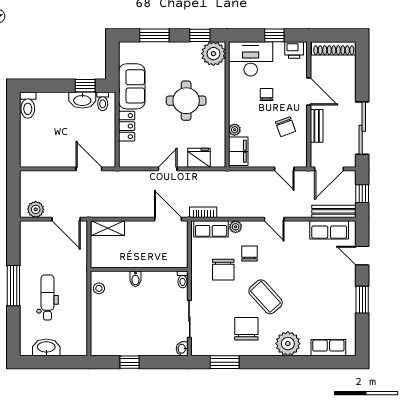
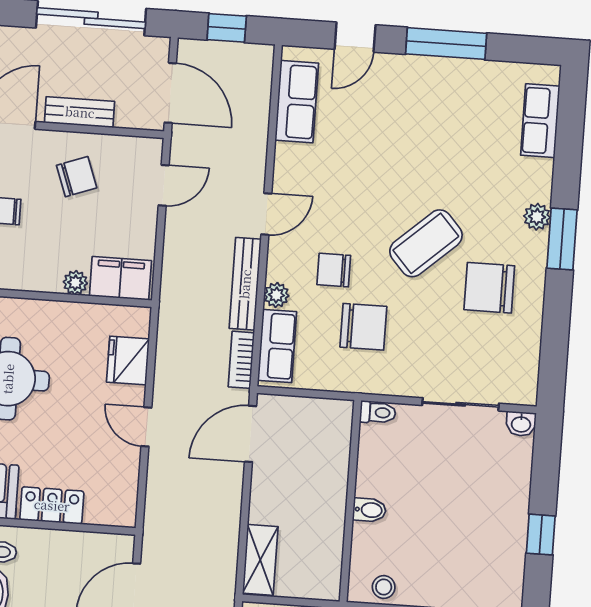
bench: (334, 211) -> (245, 284), moved
window: (362, 300) -> (446, 44), width x1.44
plant: (288, 344) -> (537, 217), width x0.53, depth x0.53
window: (225, 362) -> (562, 239), moved

